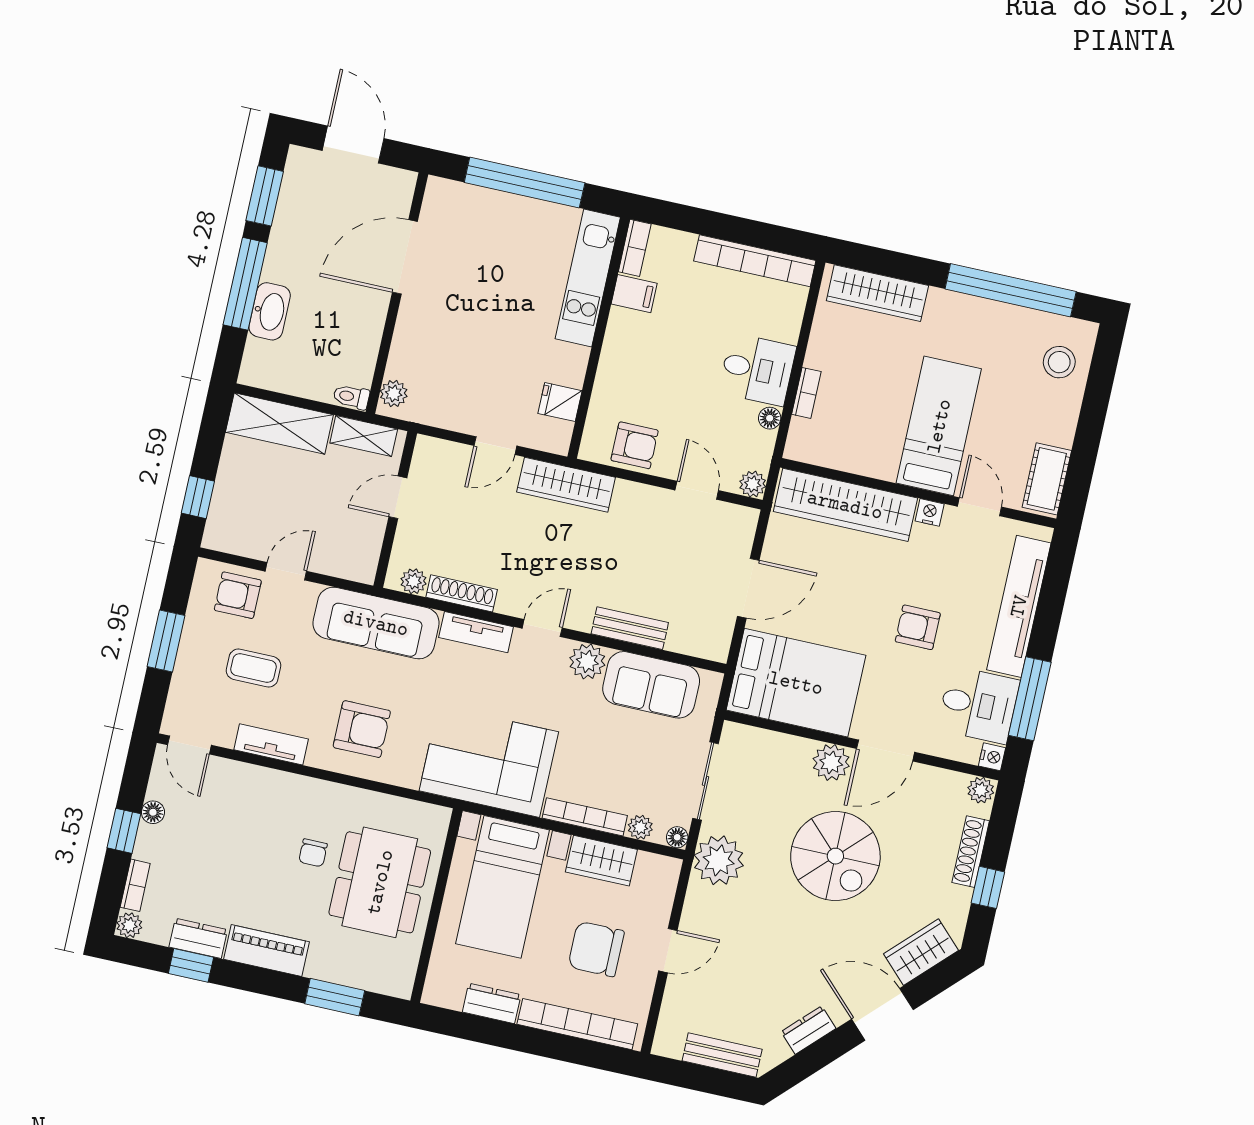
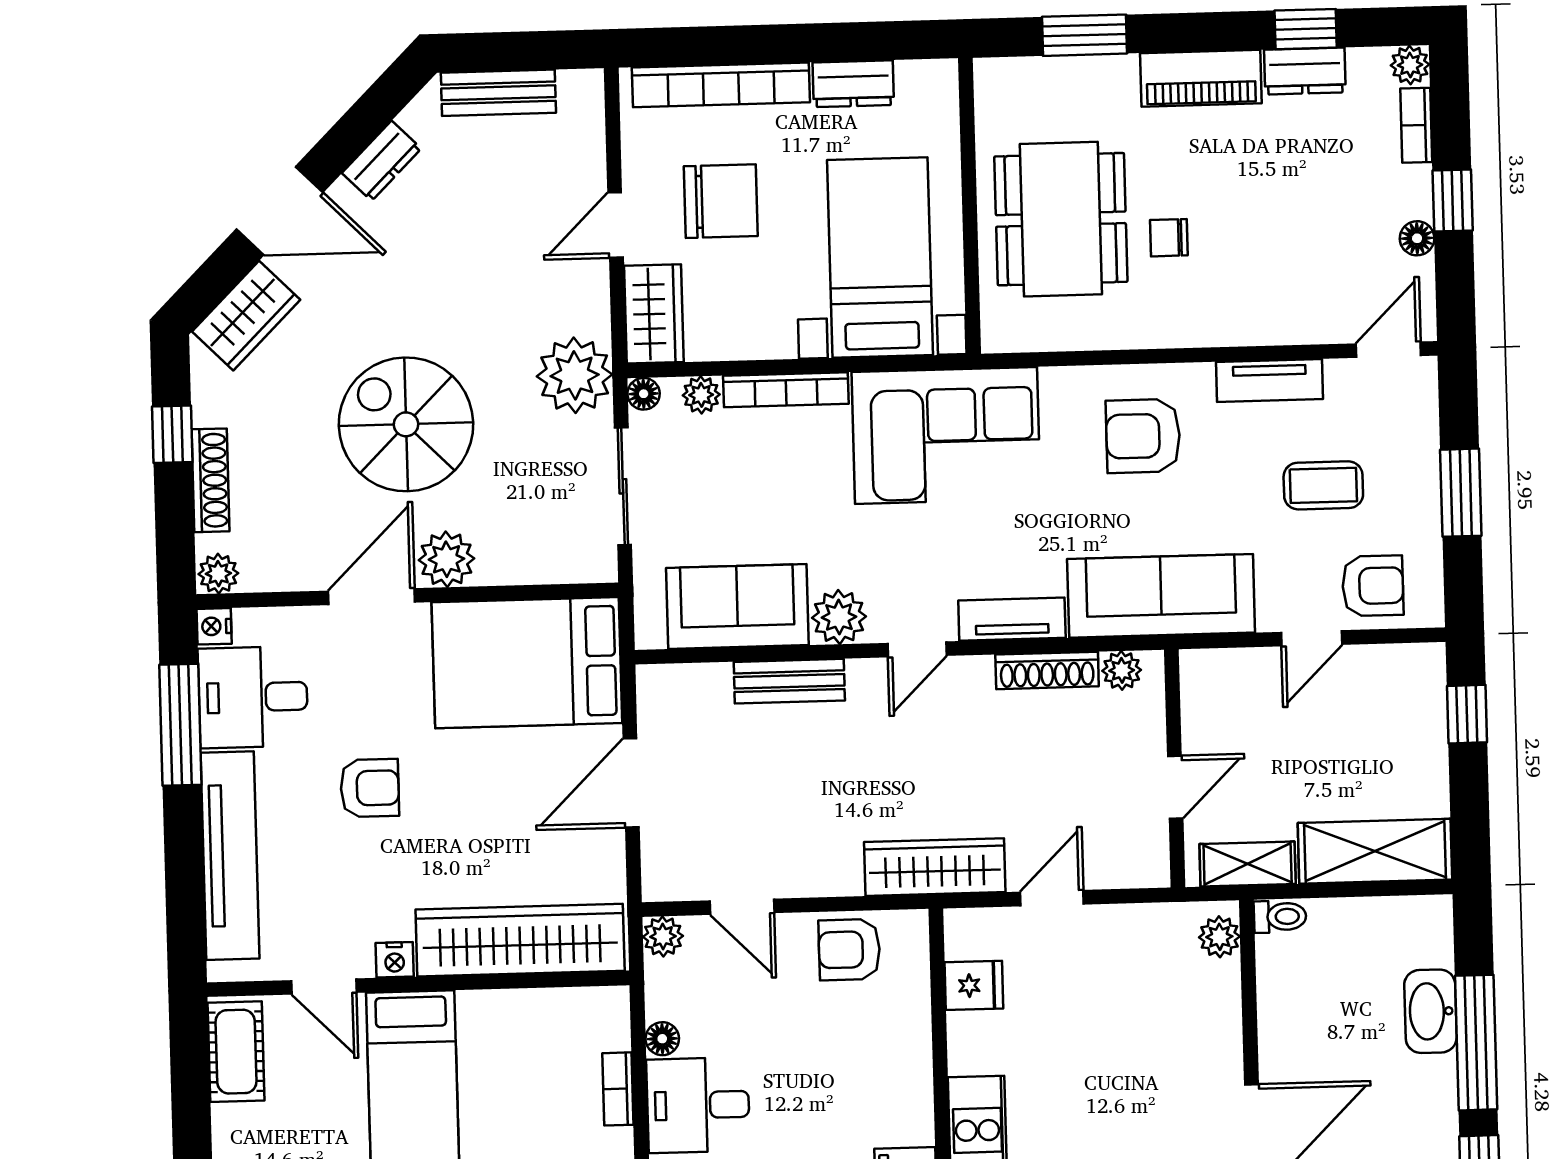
door: (189, 745) -> (1388, 350), hinge flipped
chair: (313, 853) -> (1169, 238), turned -90
wardrobe: (601, 861) -> (654, 314), moved, turned 90

